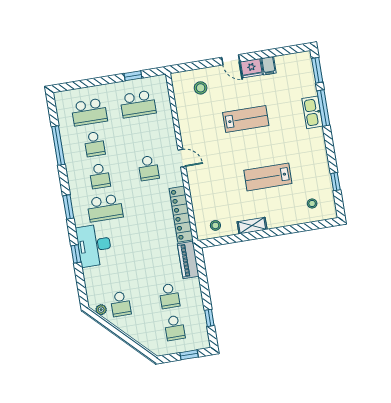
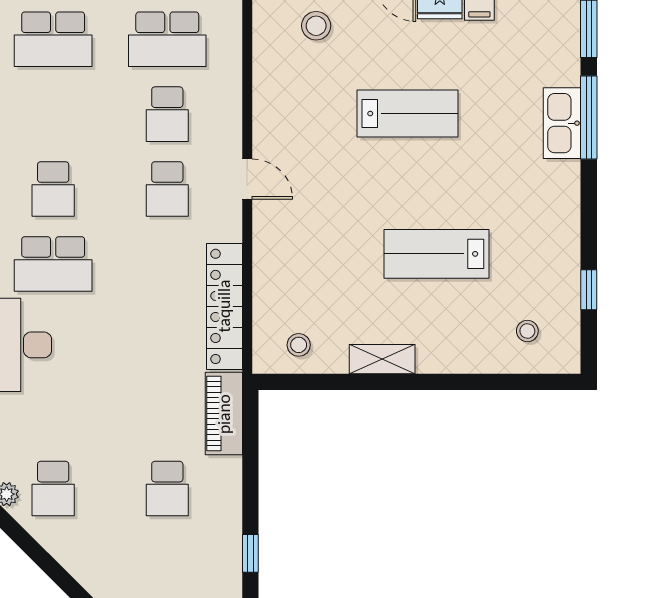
school desk: (94, 144) -> (167, 114), moved
school desk: (175, 328) -> (167, 563), removed

